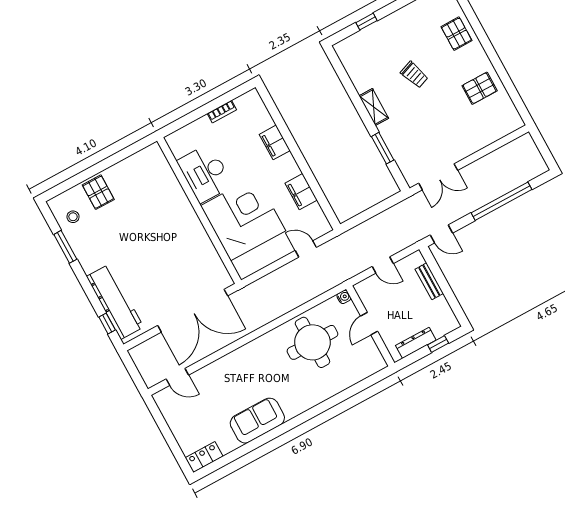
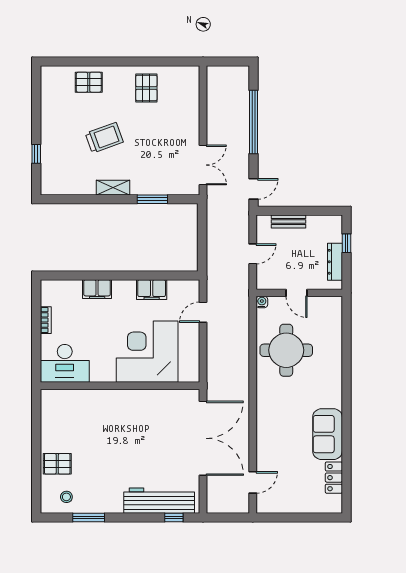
trolley: (414, 75) -> (104, 138), width x1.36, depth x1.39
desk: (205, 173) -> (65, 363), moved
locker: (204, 457) -> (334, 478), moved

